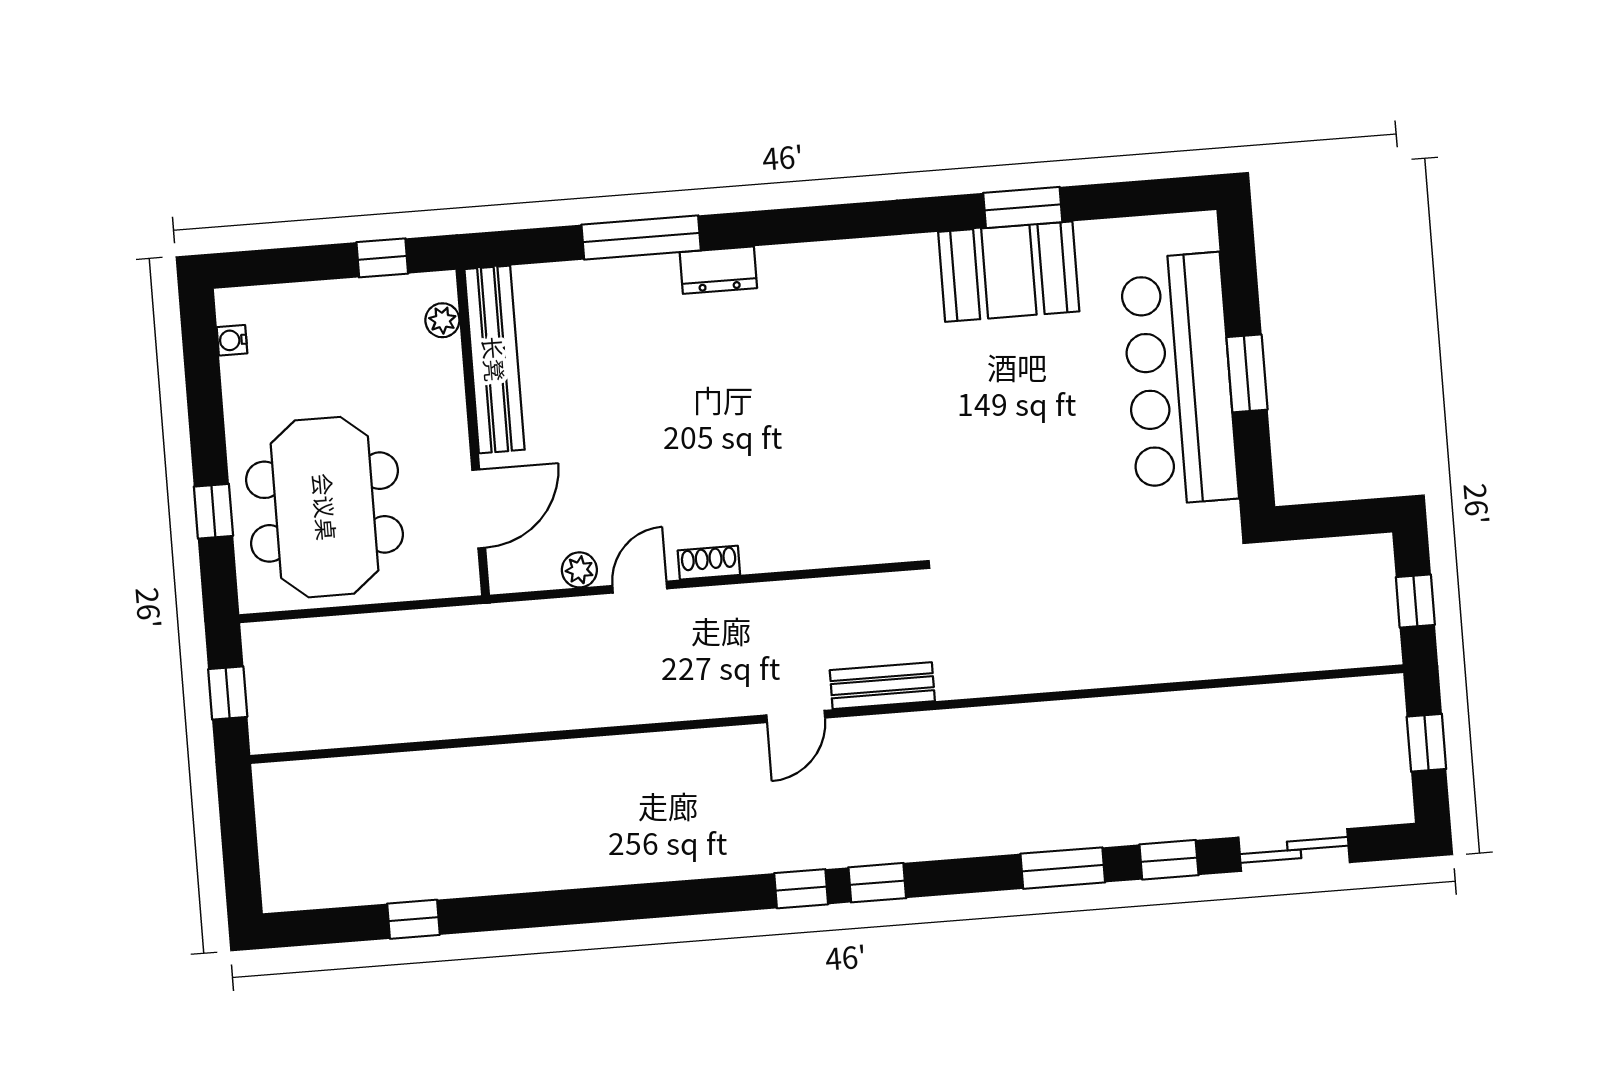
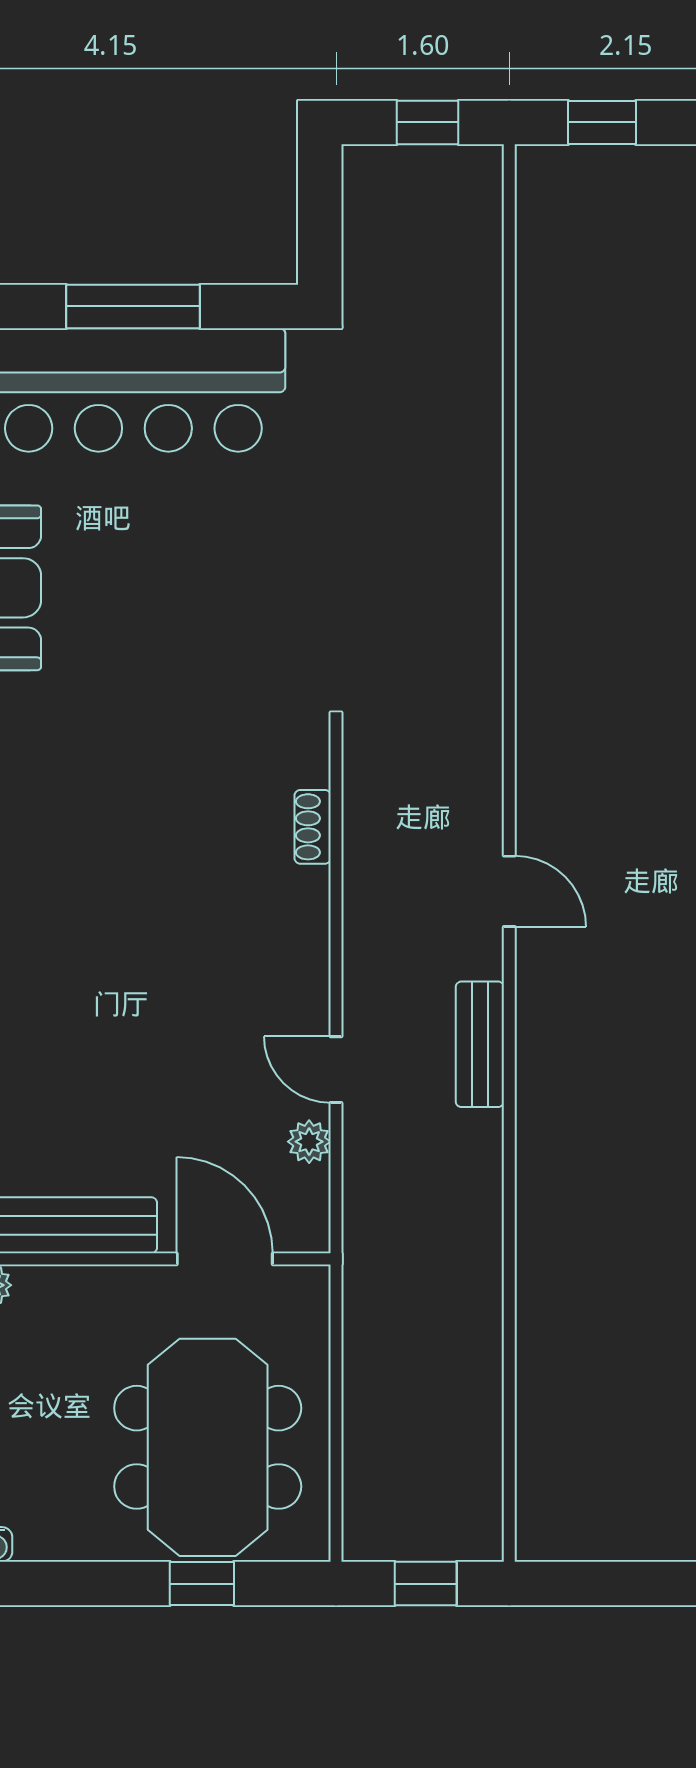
window: (1247, 373) -> (133, 306), width x1.44
meeting table: (325, 507) -> (208, 1447), turned 90
shoe rack: (709, 563) -> (313, 827), moved
bench: (882, 686) -> (480, 1044), moved

